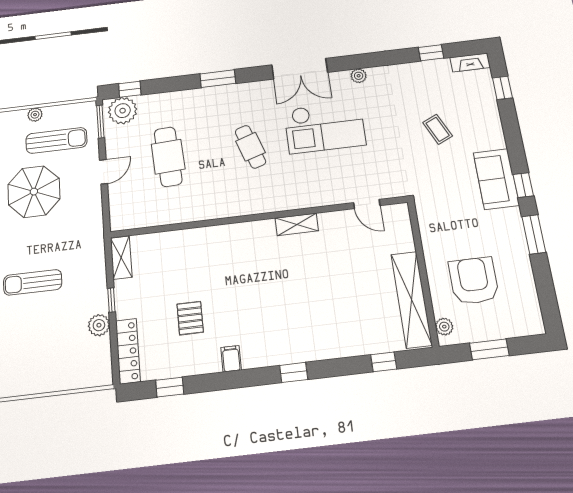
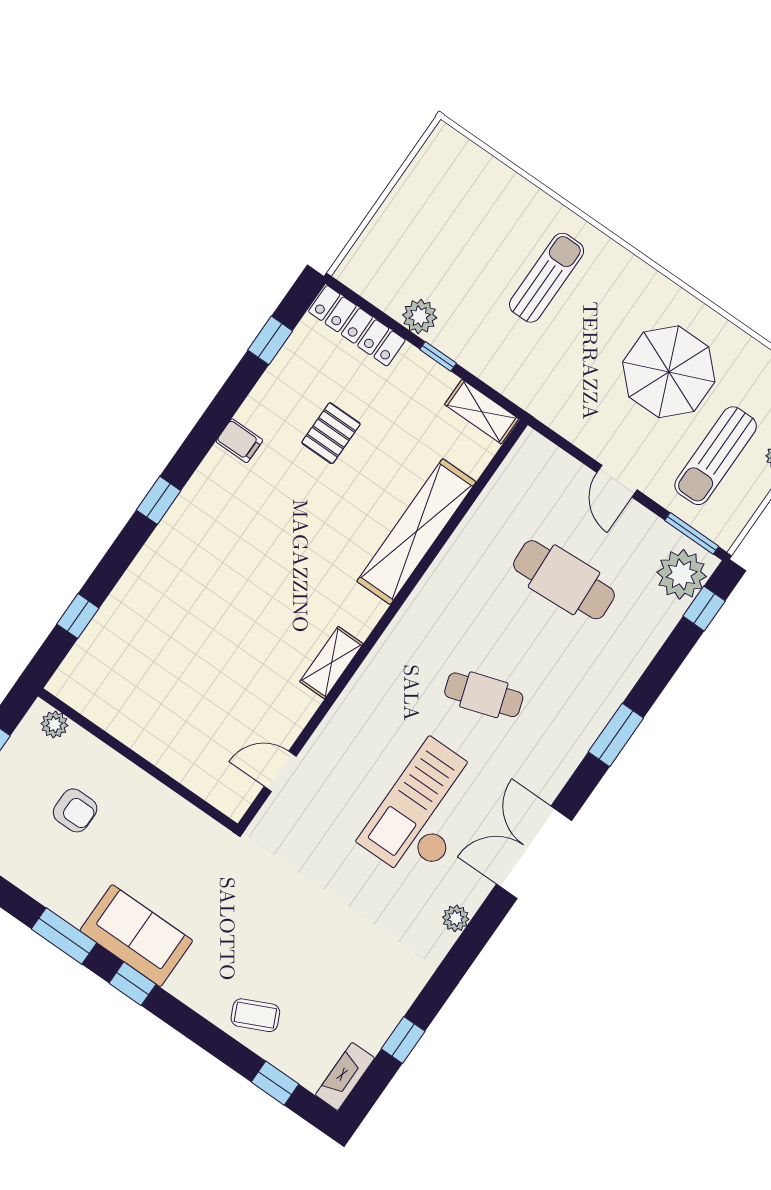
coffee table: (438, 129) -> (255, 1015), moved
sofa: (496, 179) -> (136, 936), moved
armchair: (474, 281) -> (75, 810), width x0.53, depth x0.53
shelving: (411, 299) -> (416, 532), moved, turned 90
pallet: (190, 318) -> (331, 433), turned 90

